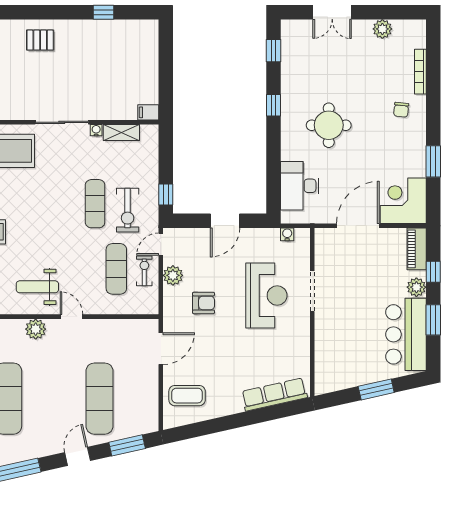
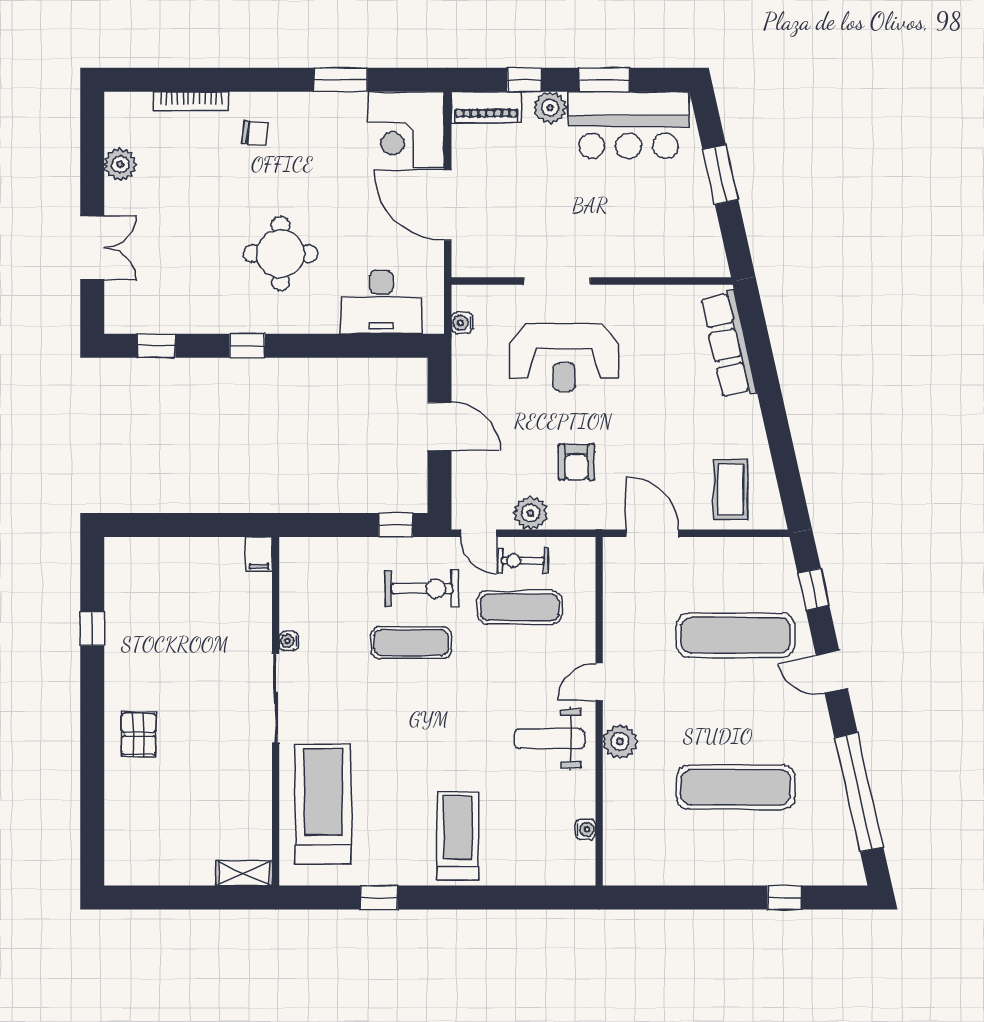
shelving: (121, 133) -> (293, 599), removed
weight bench: (37, 287) -> (549, 739), turned 90
reception desk: (266, 296) -> (564, 357), turned 180
armchair: (204, 303) -> (576, 462), turned 180
window: (127, 445) -> (813, 589), width x0.67

